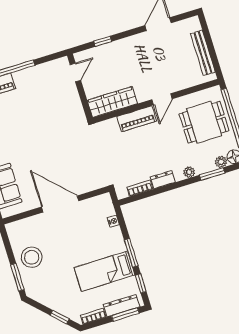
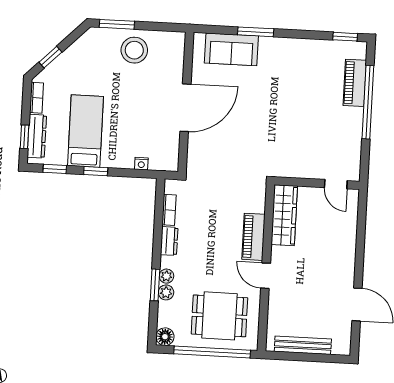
window: (103, 41) -> (361, 231), removed
dining table: (204, 122) -> (219, 316), turned 90
plant: (221, 162) -> (166, 292), moved
window: (212, 174) -> (155, 285), moved
window: (131, 253) -> (96, 171), width x0.67
window: (125, 314) -> (25, 137), width x0.67

